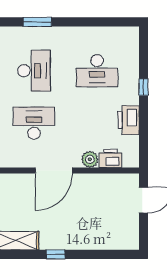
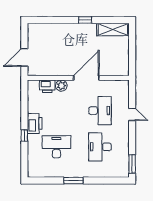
window: (37, 22) -> (73, 181), moved
printer: (129, 120) -> (35, 124), moved
desk: (34, 123) -> (100, 111), turned -90

